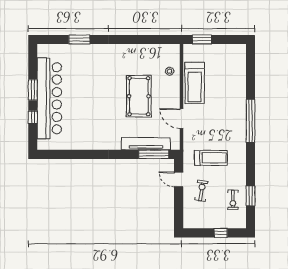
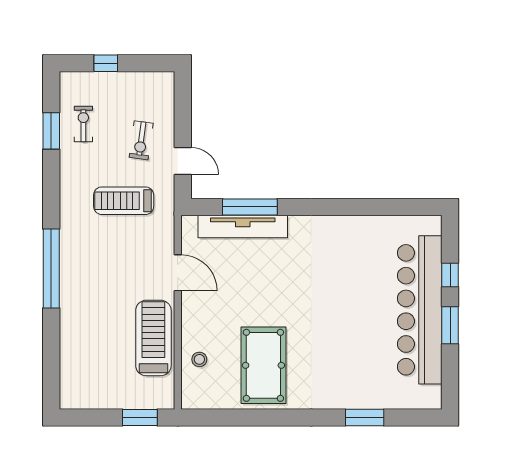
pool table: (139, 96) -> (263, 365), moved
window: (154, 154) -> (250, 207), moved

